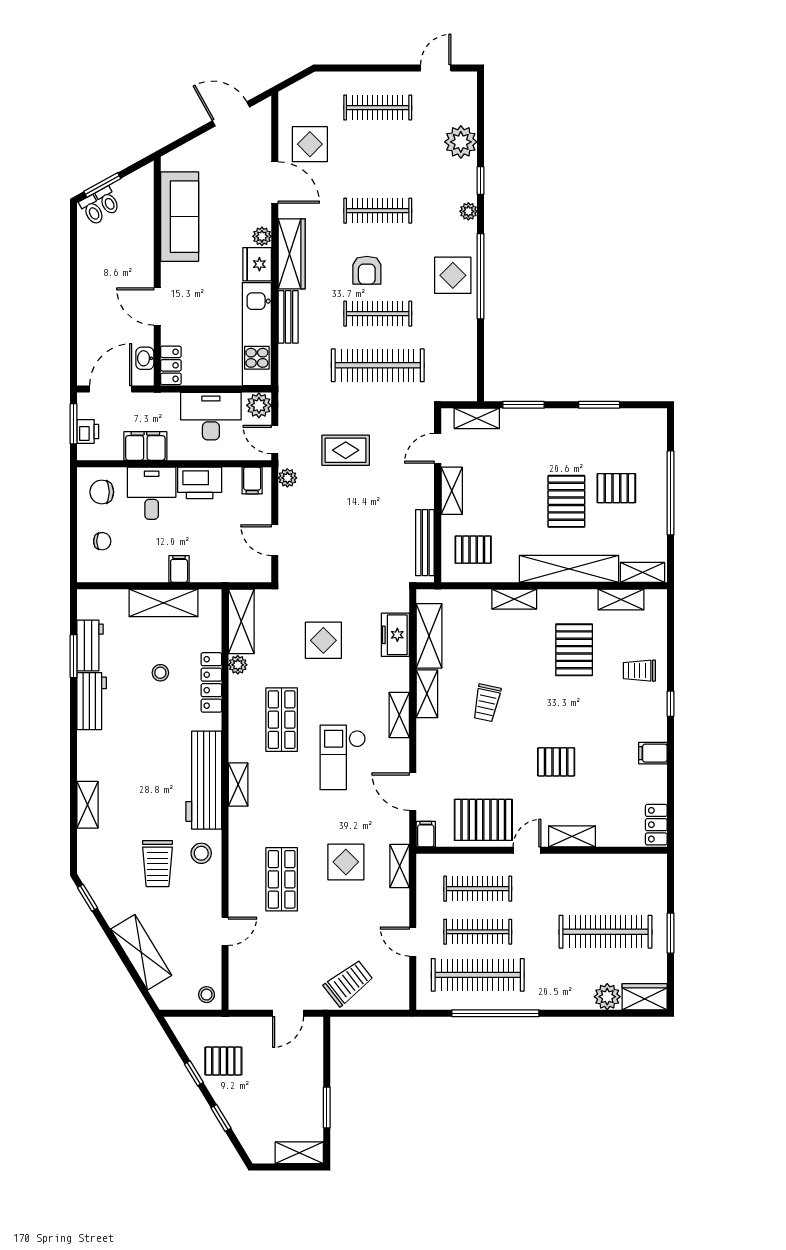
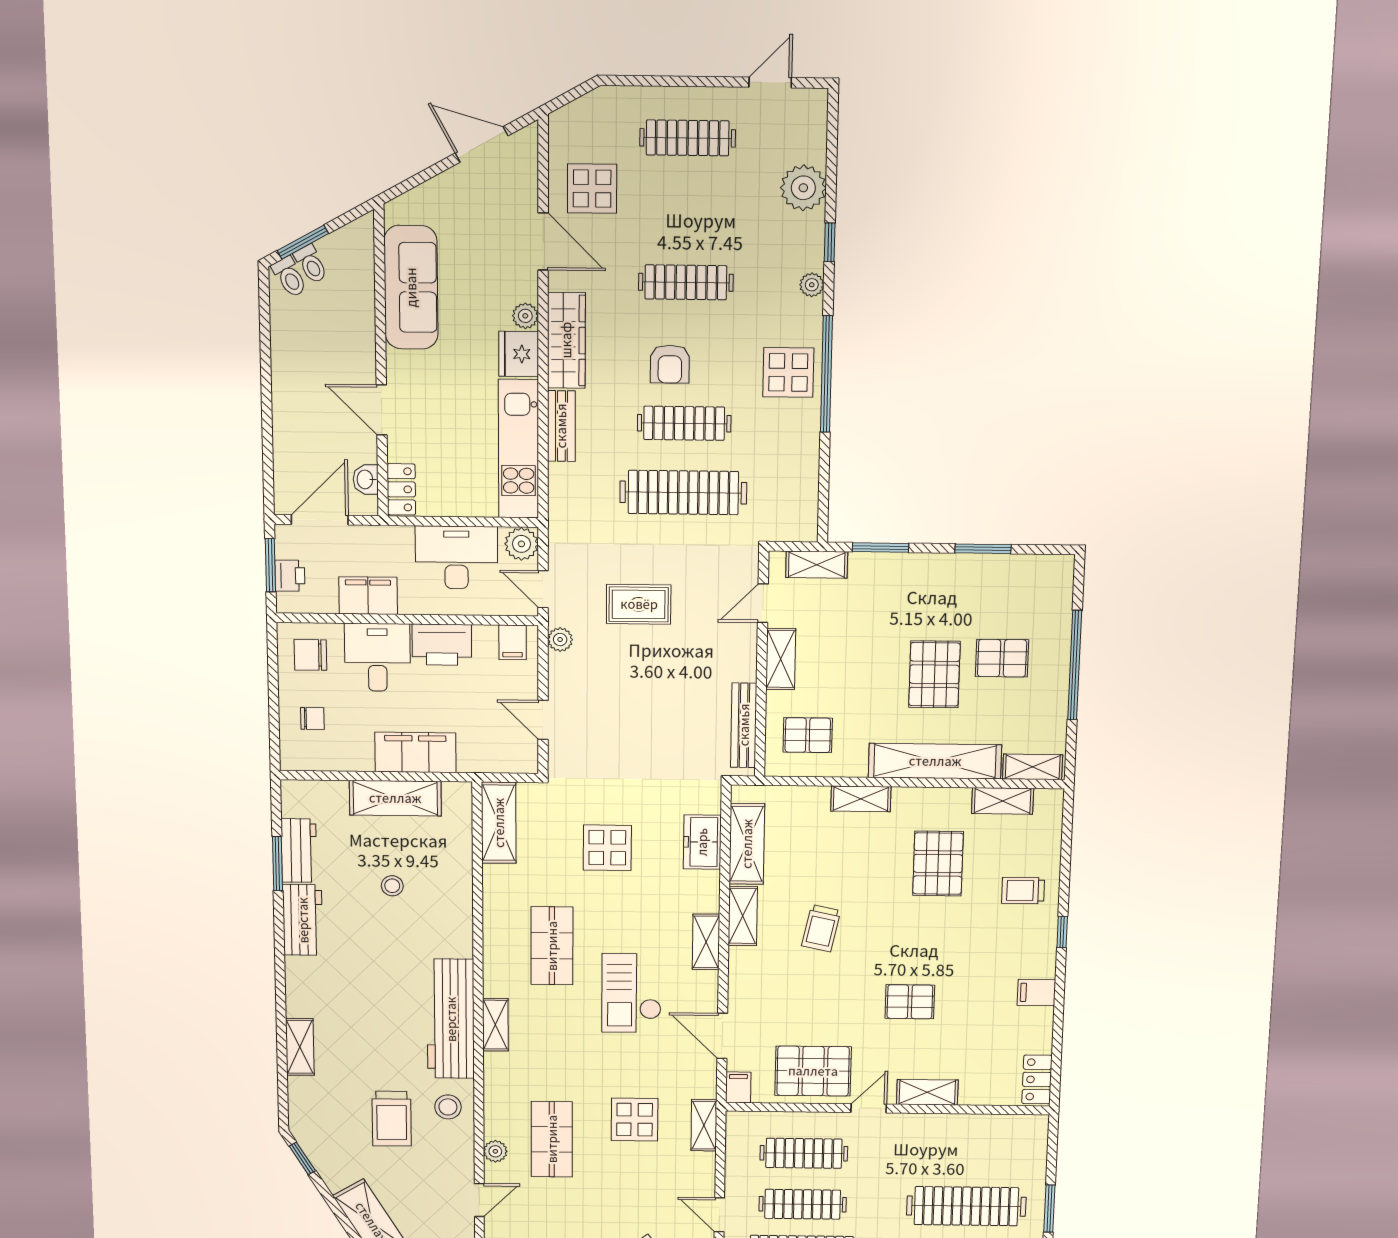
filing cabinet: (179, 569) -> (415, 752), width x3.00, depth x1.17
plant: (238, 665) -> (495, 1151), moved
locker: (211, 682) -> (460, 899), removed

